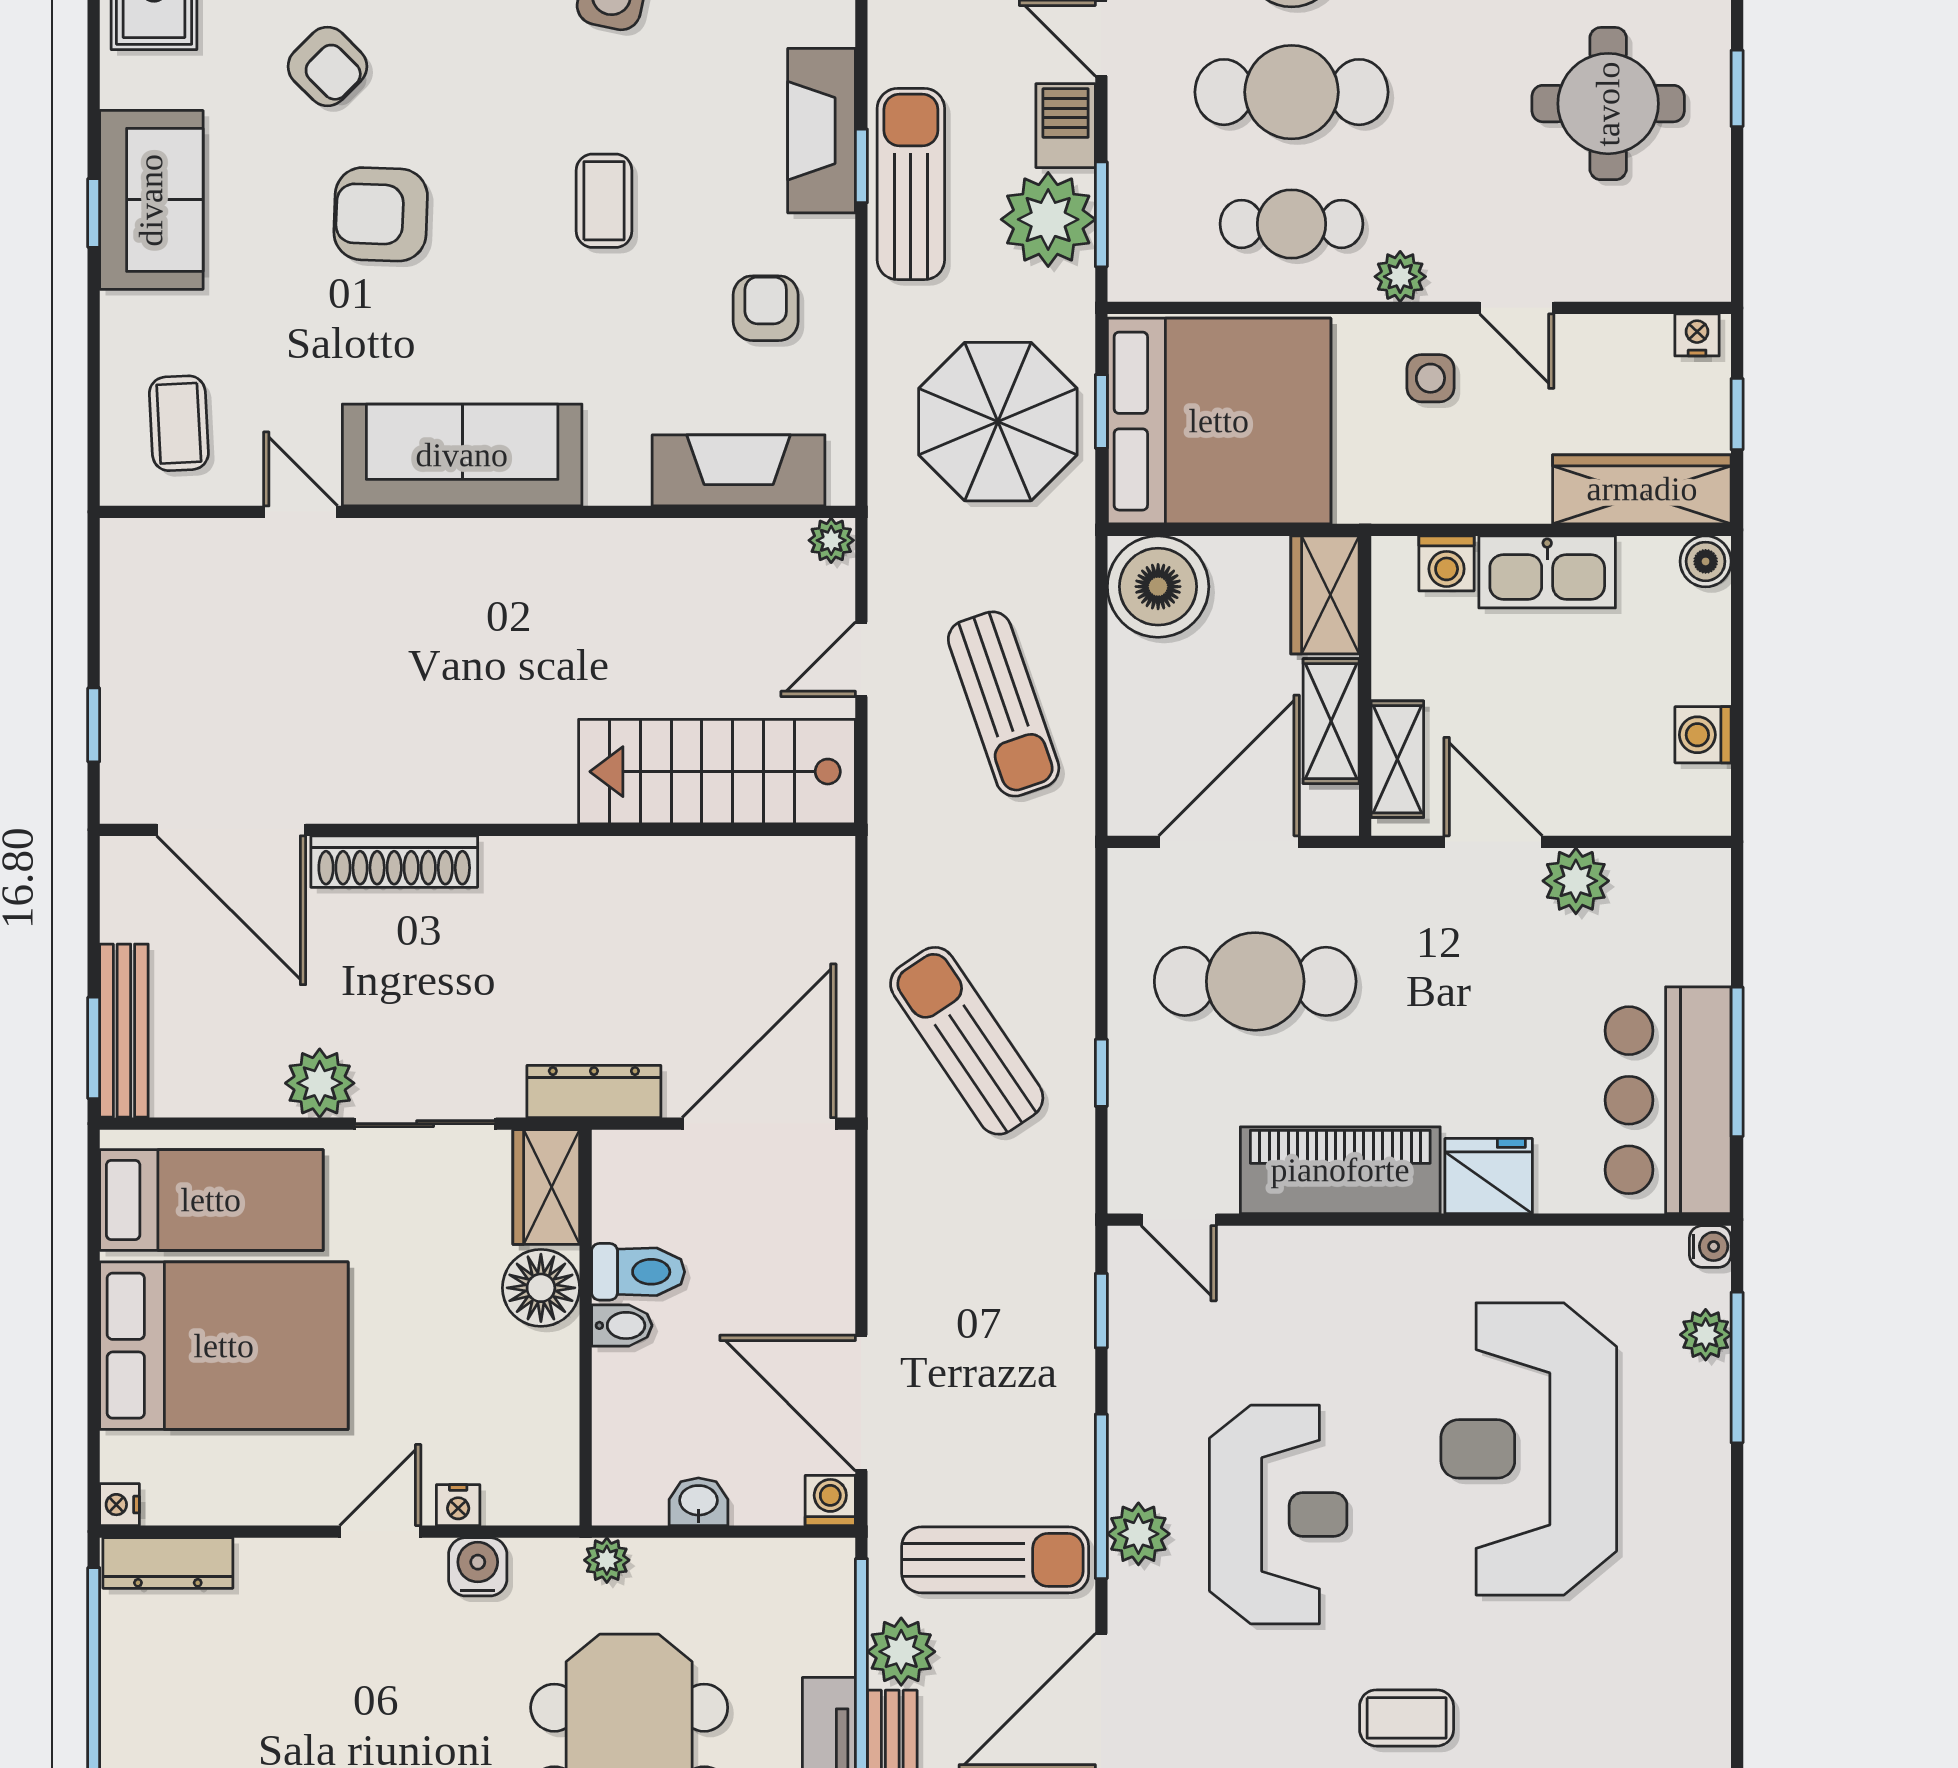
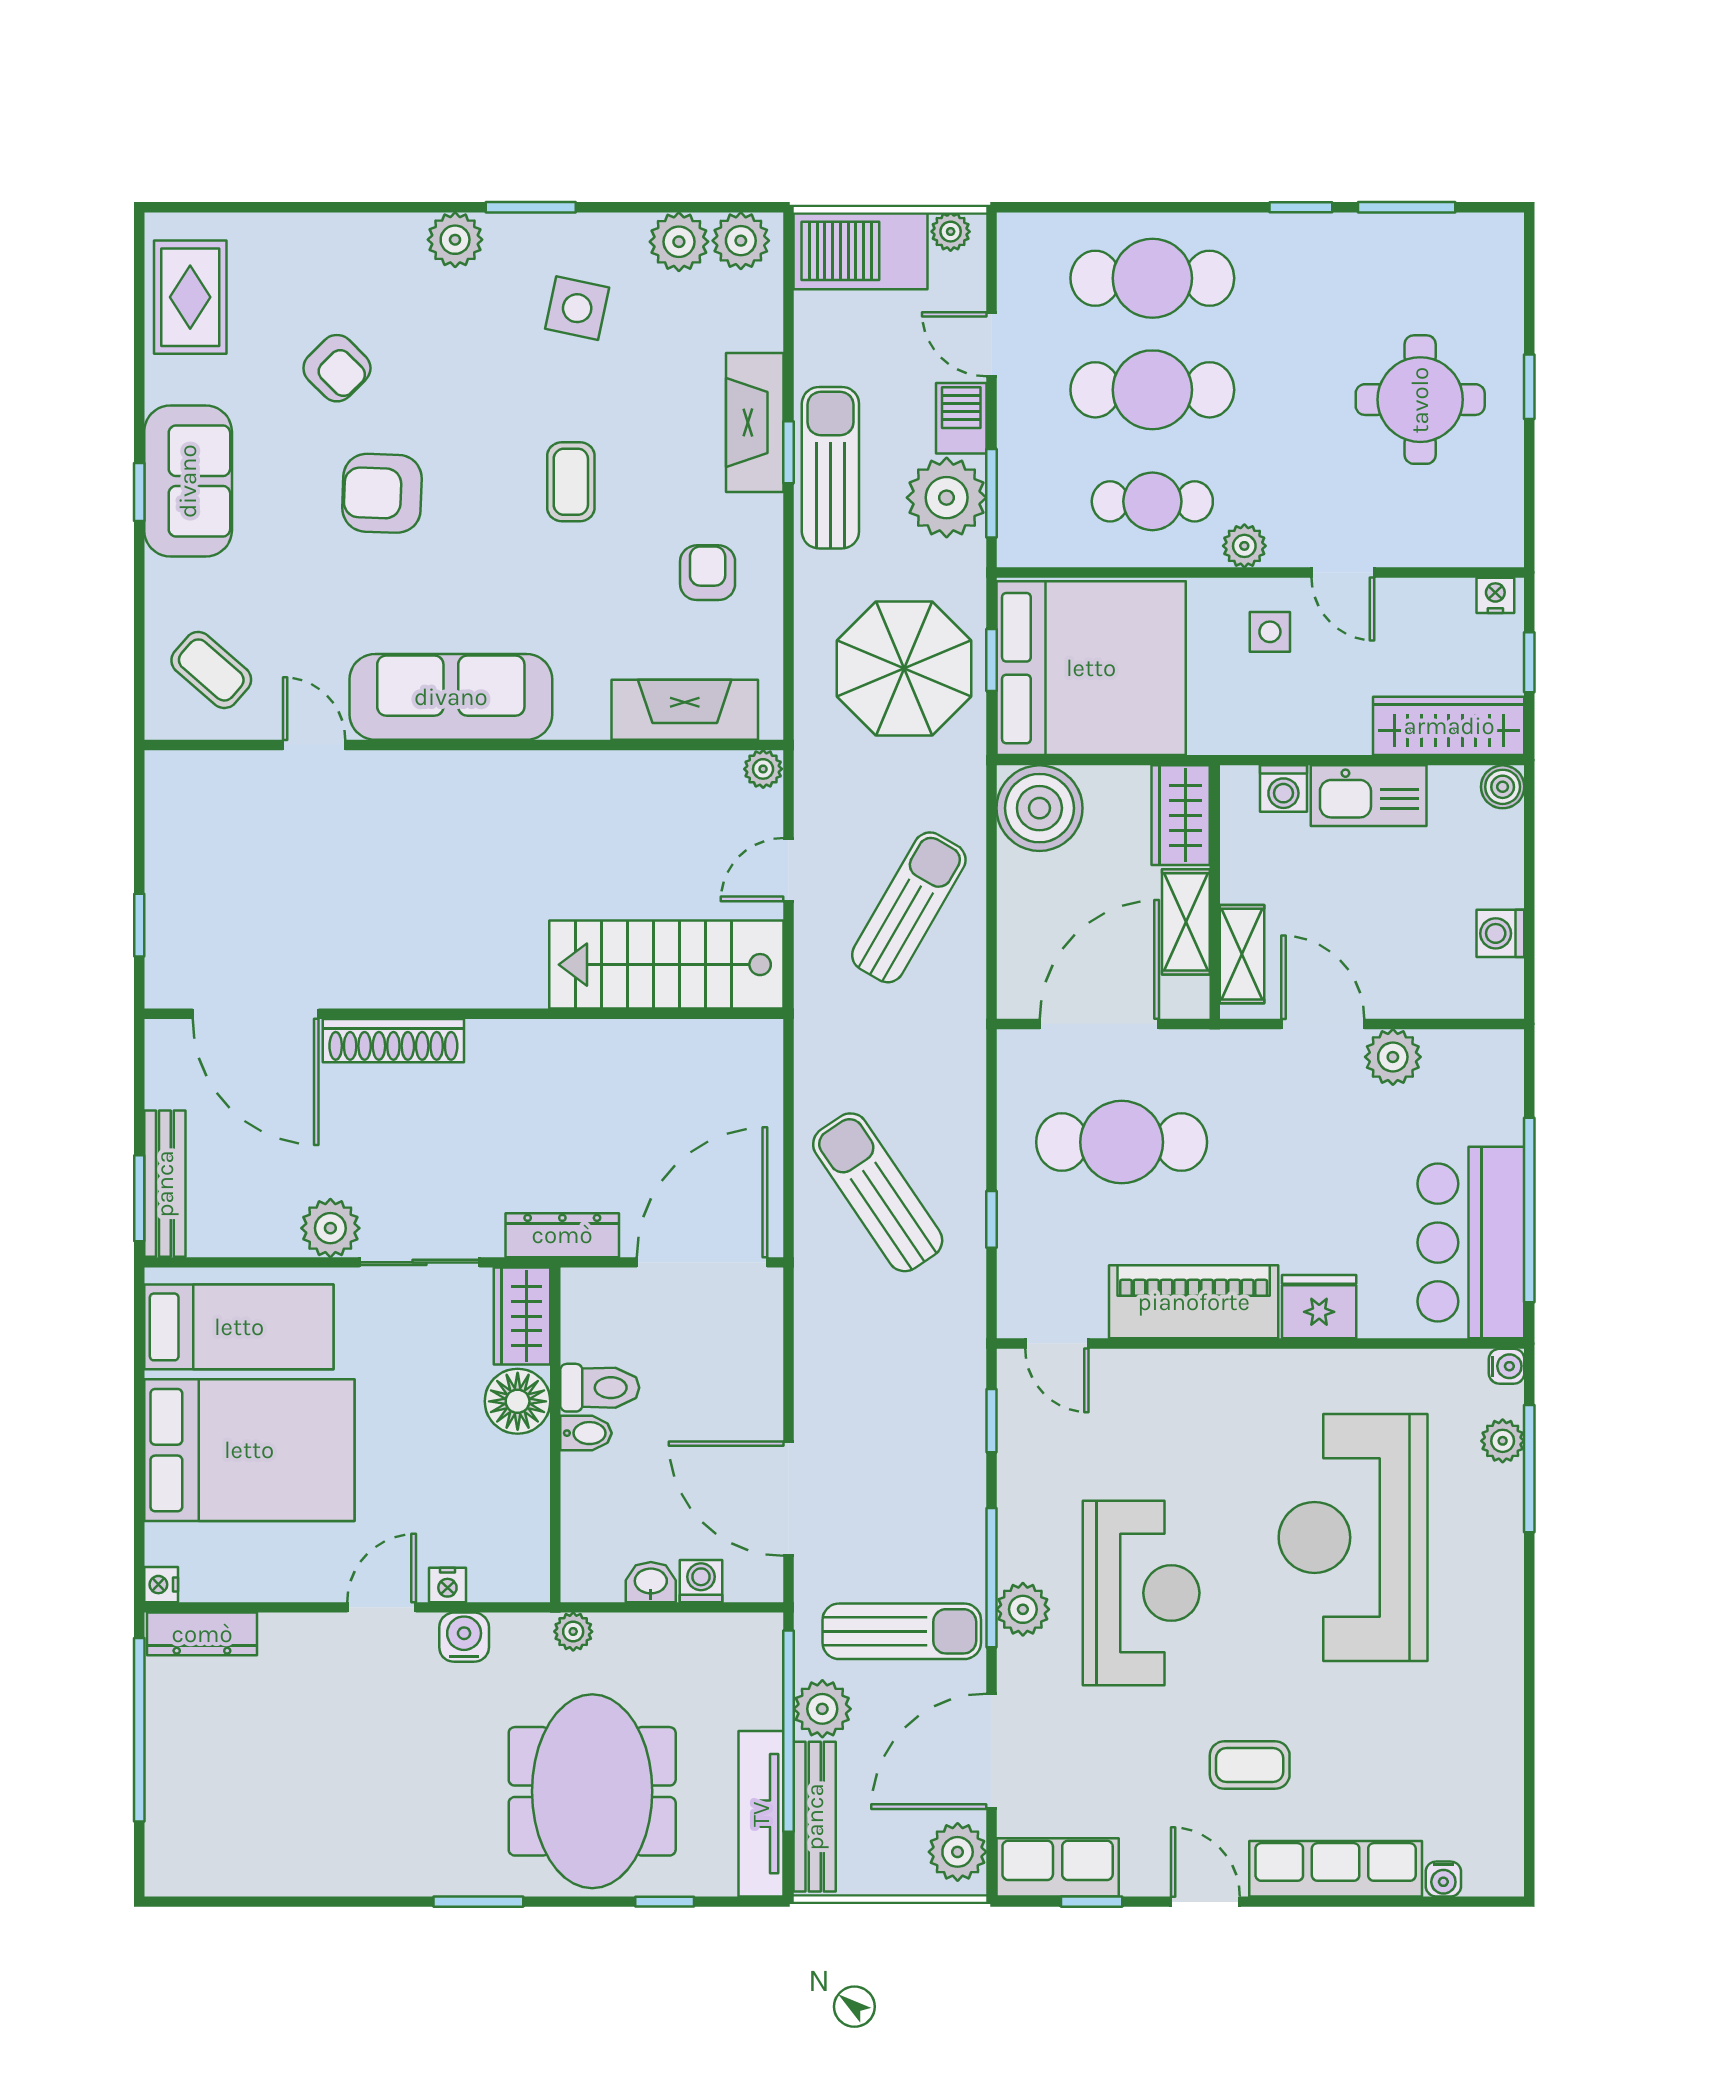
coffee table: (179, 423) -> (211, 670), turned -46
sun lounger: (1004, 704) -> (909, 907), turned -131
window: (1737, 1062) -> (1529, 1210), width x1.46
washing machine: (830, 1500) -> (701, 1581), moved

